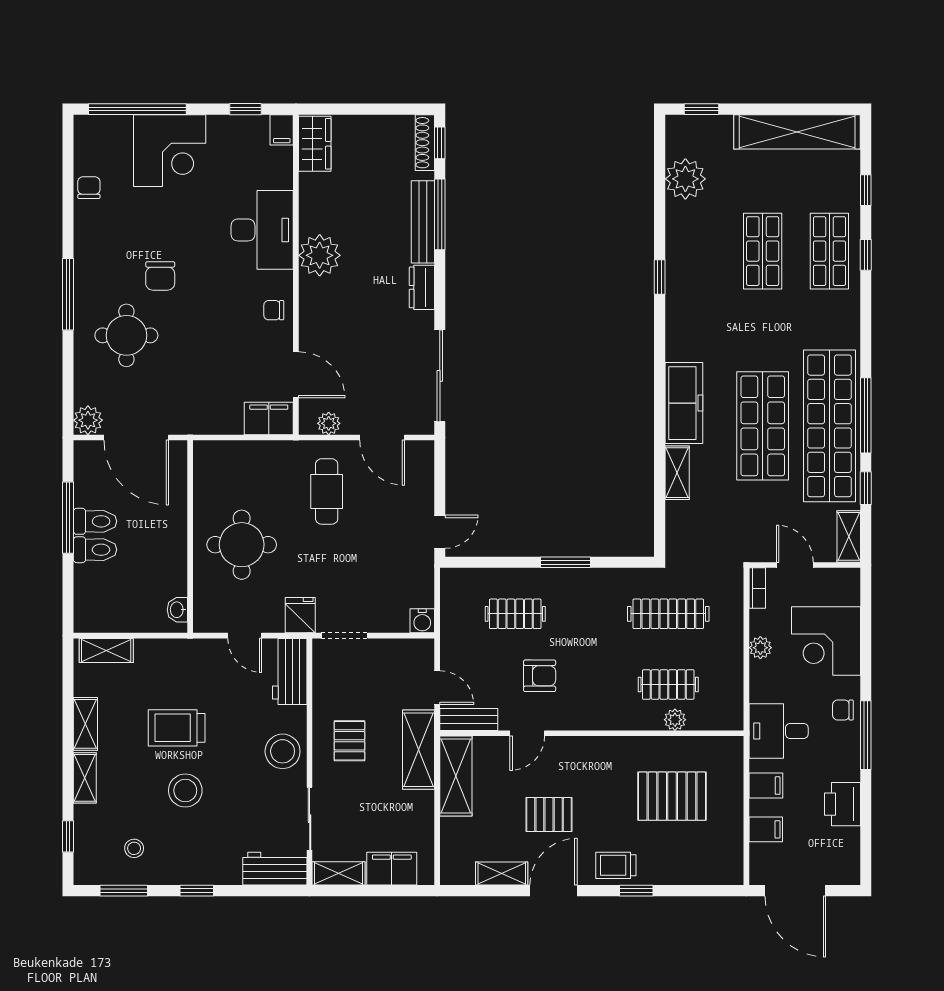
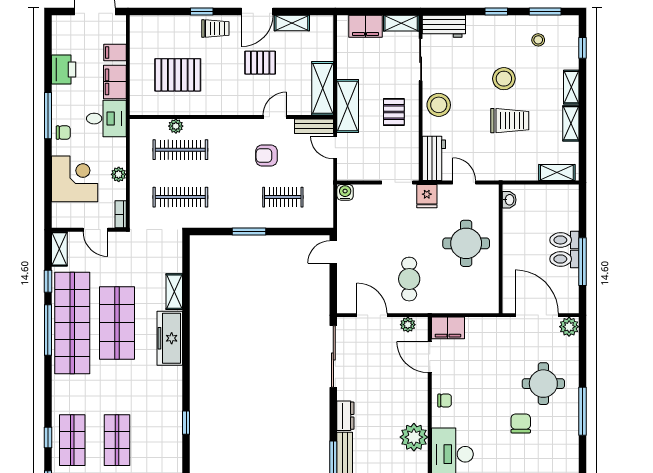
clothes rail: (668, 684) -> (180, 150), width x1.36
filing cabinet: (766, 786) -> (115, 82), width x2.00

